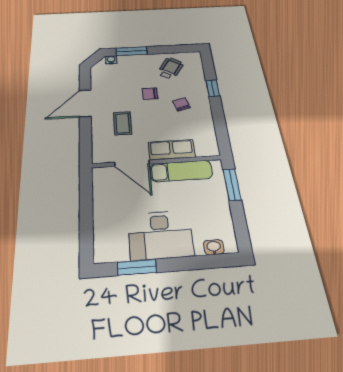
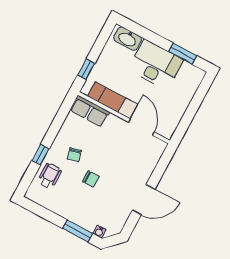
wheelchair: (170, 68) -> (50, 176), moved, turned 148
coffee table: (123, 123) -> (128, 164), removed
row of seats: (172, 150) -> (90, 111), moved
window: (232, 185) -> (86, 69), width x0.67
washbasin: (214, 247) -> (128, 39), width x1.91, depth x1.45

